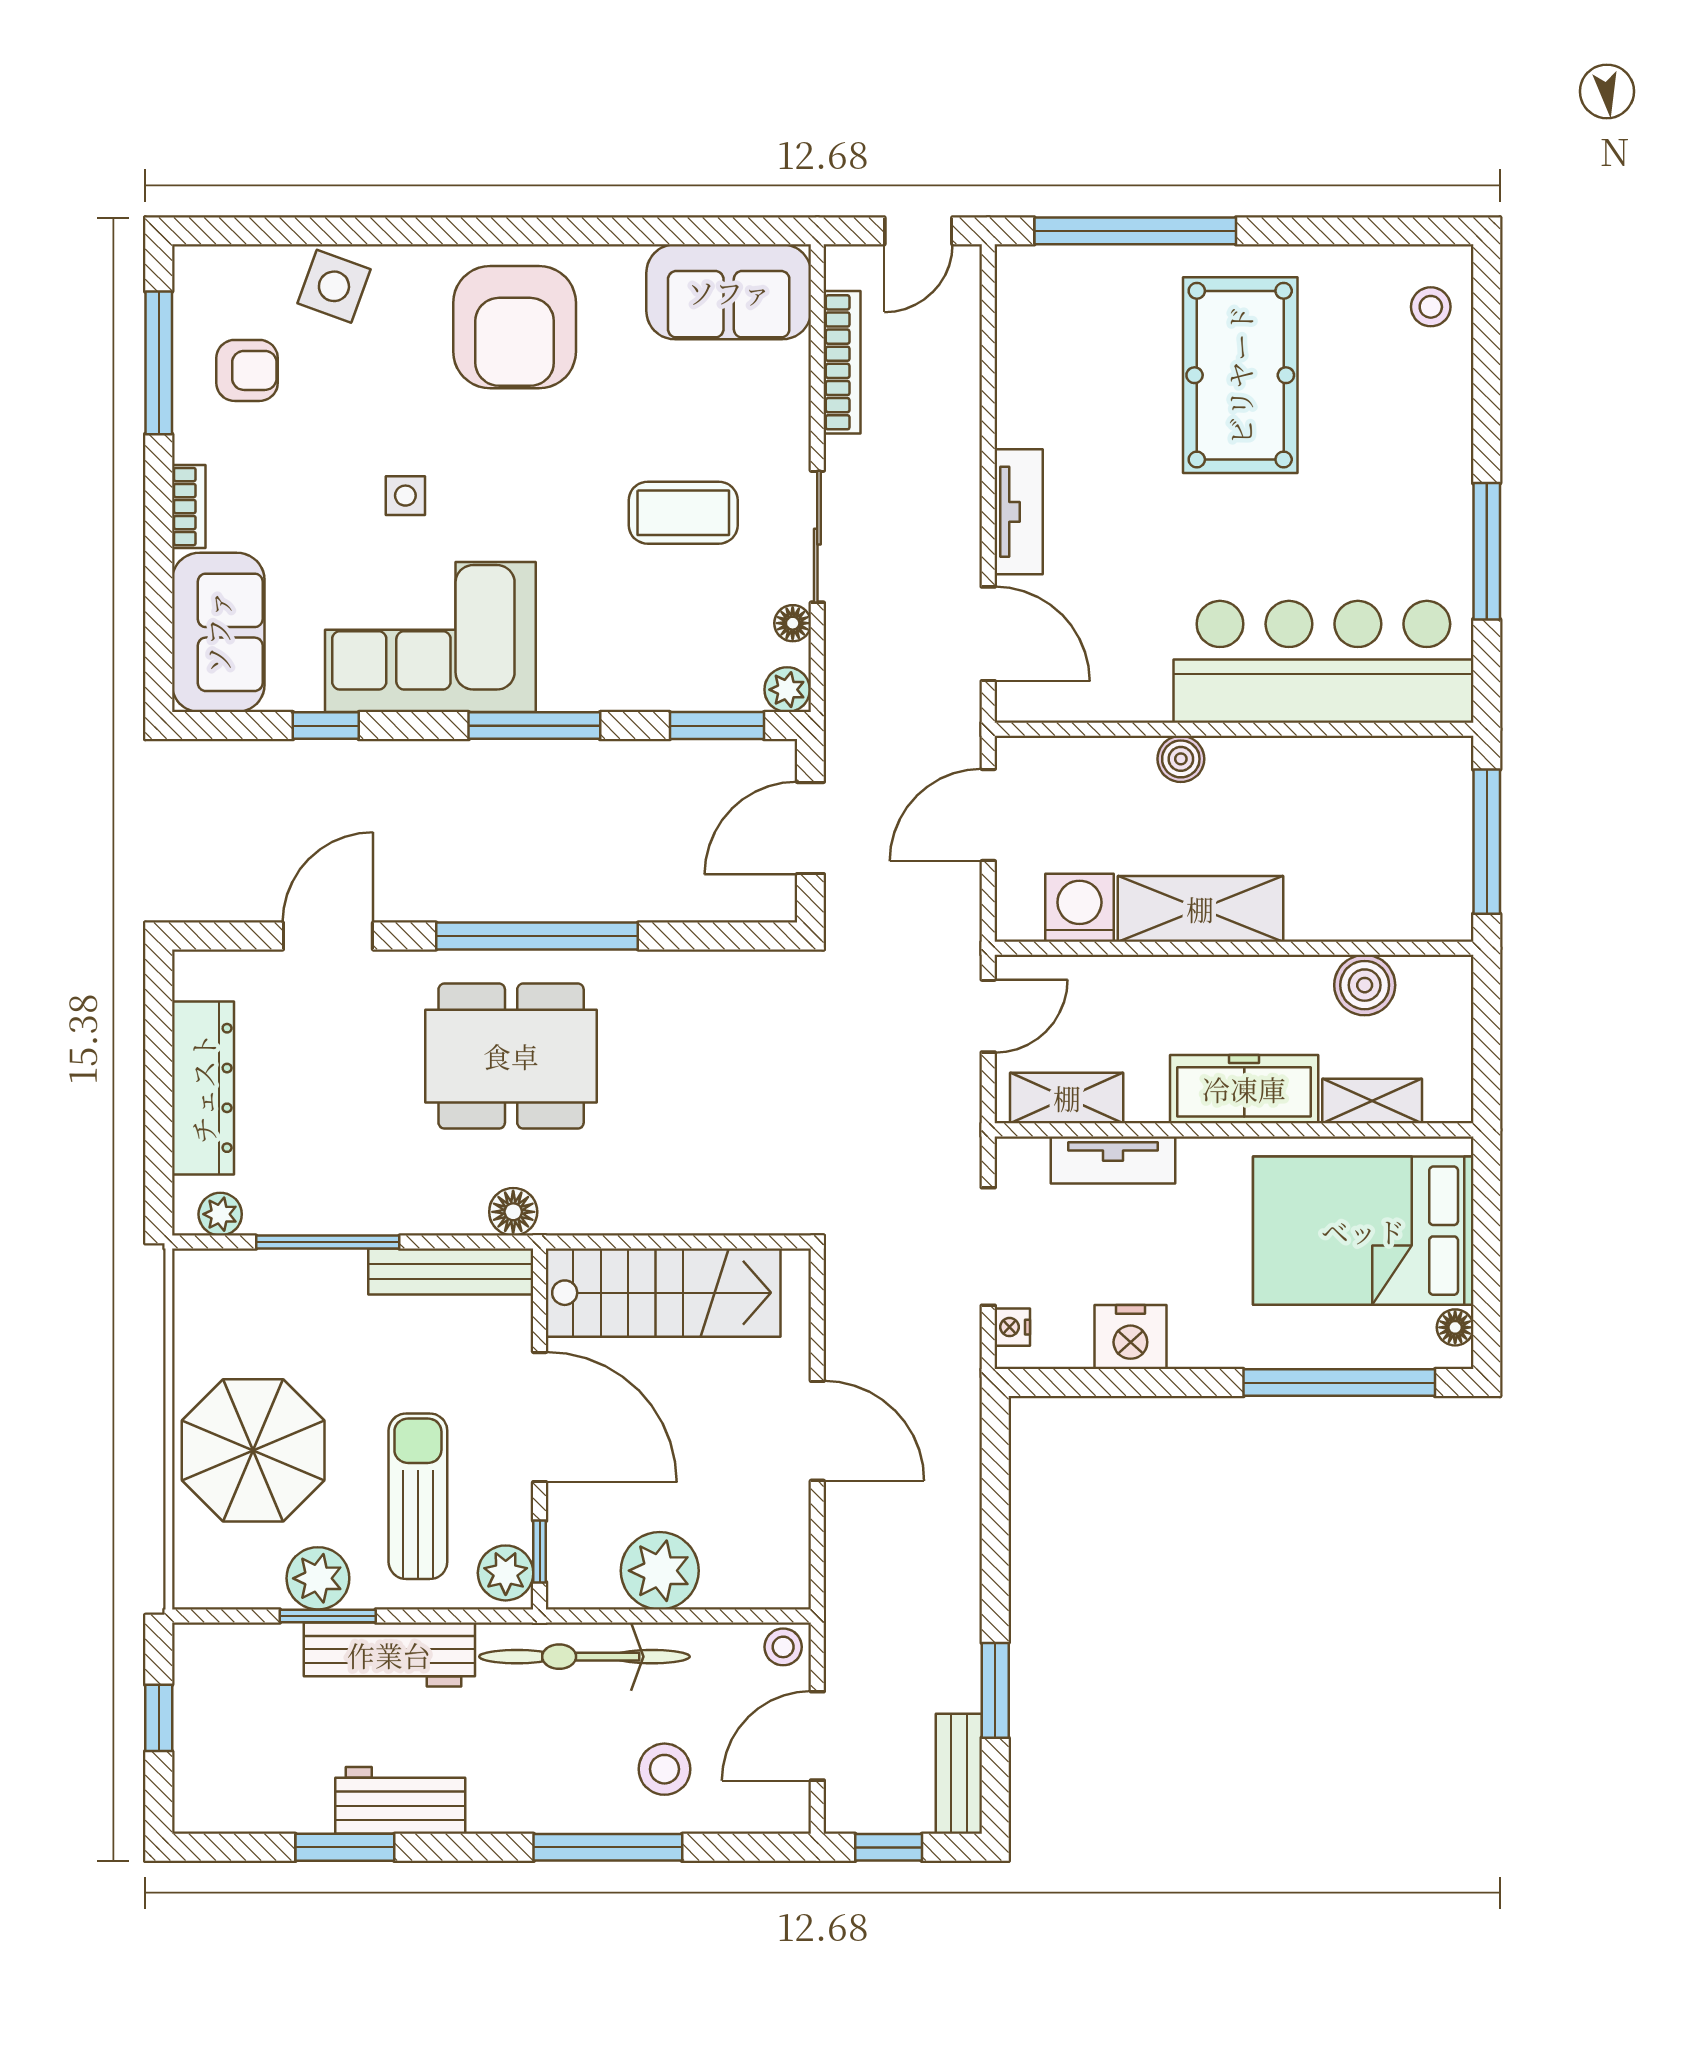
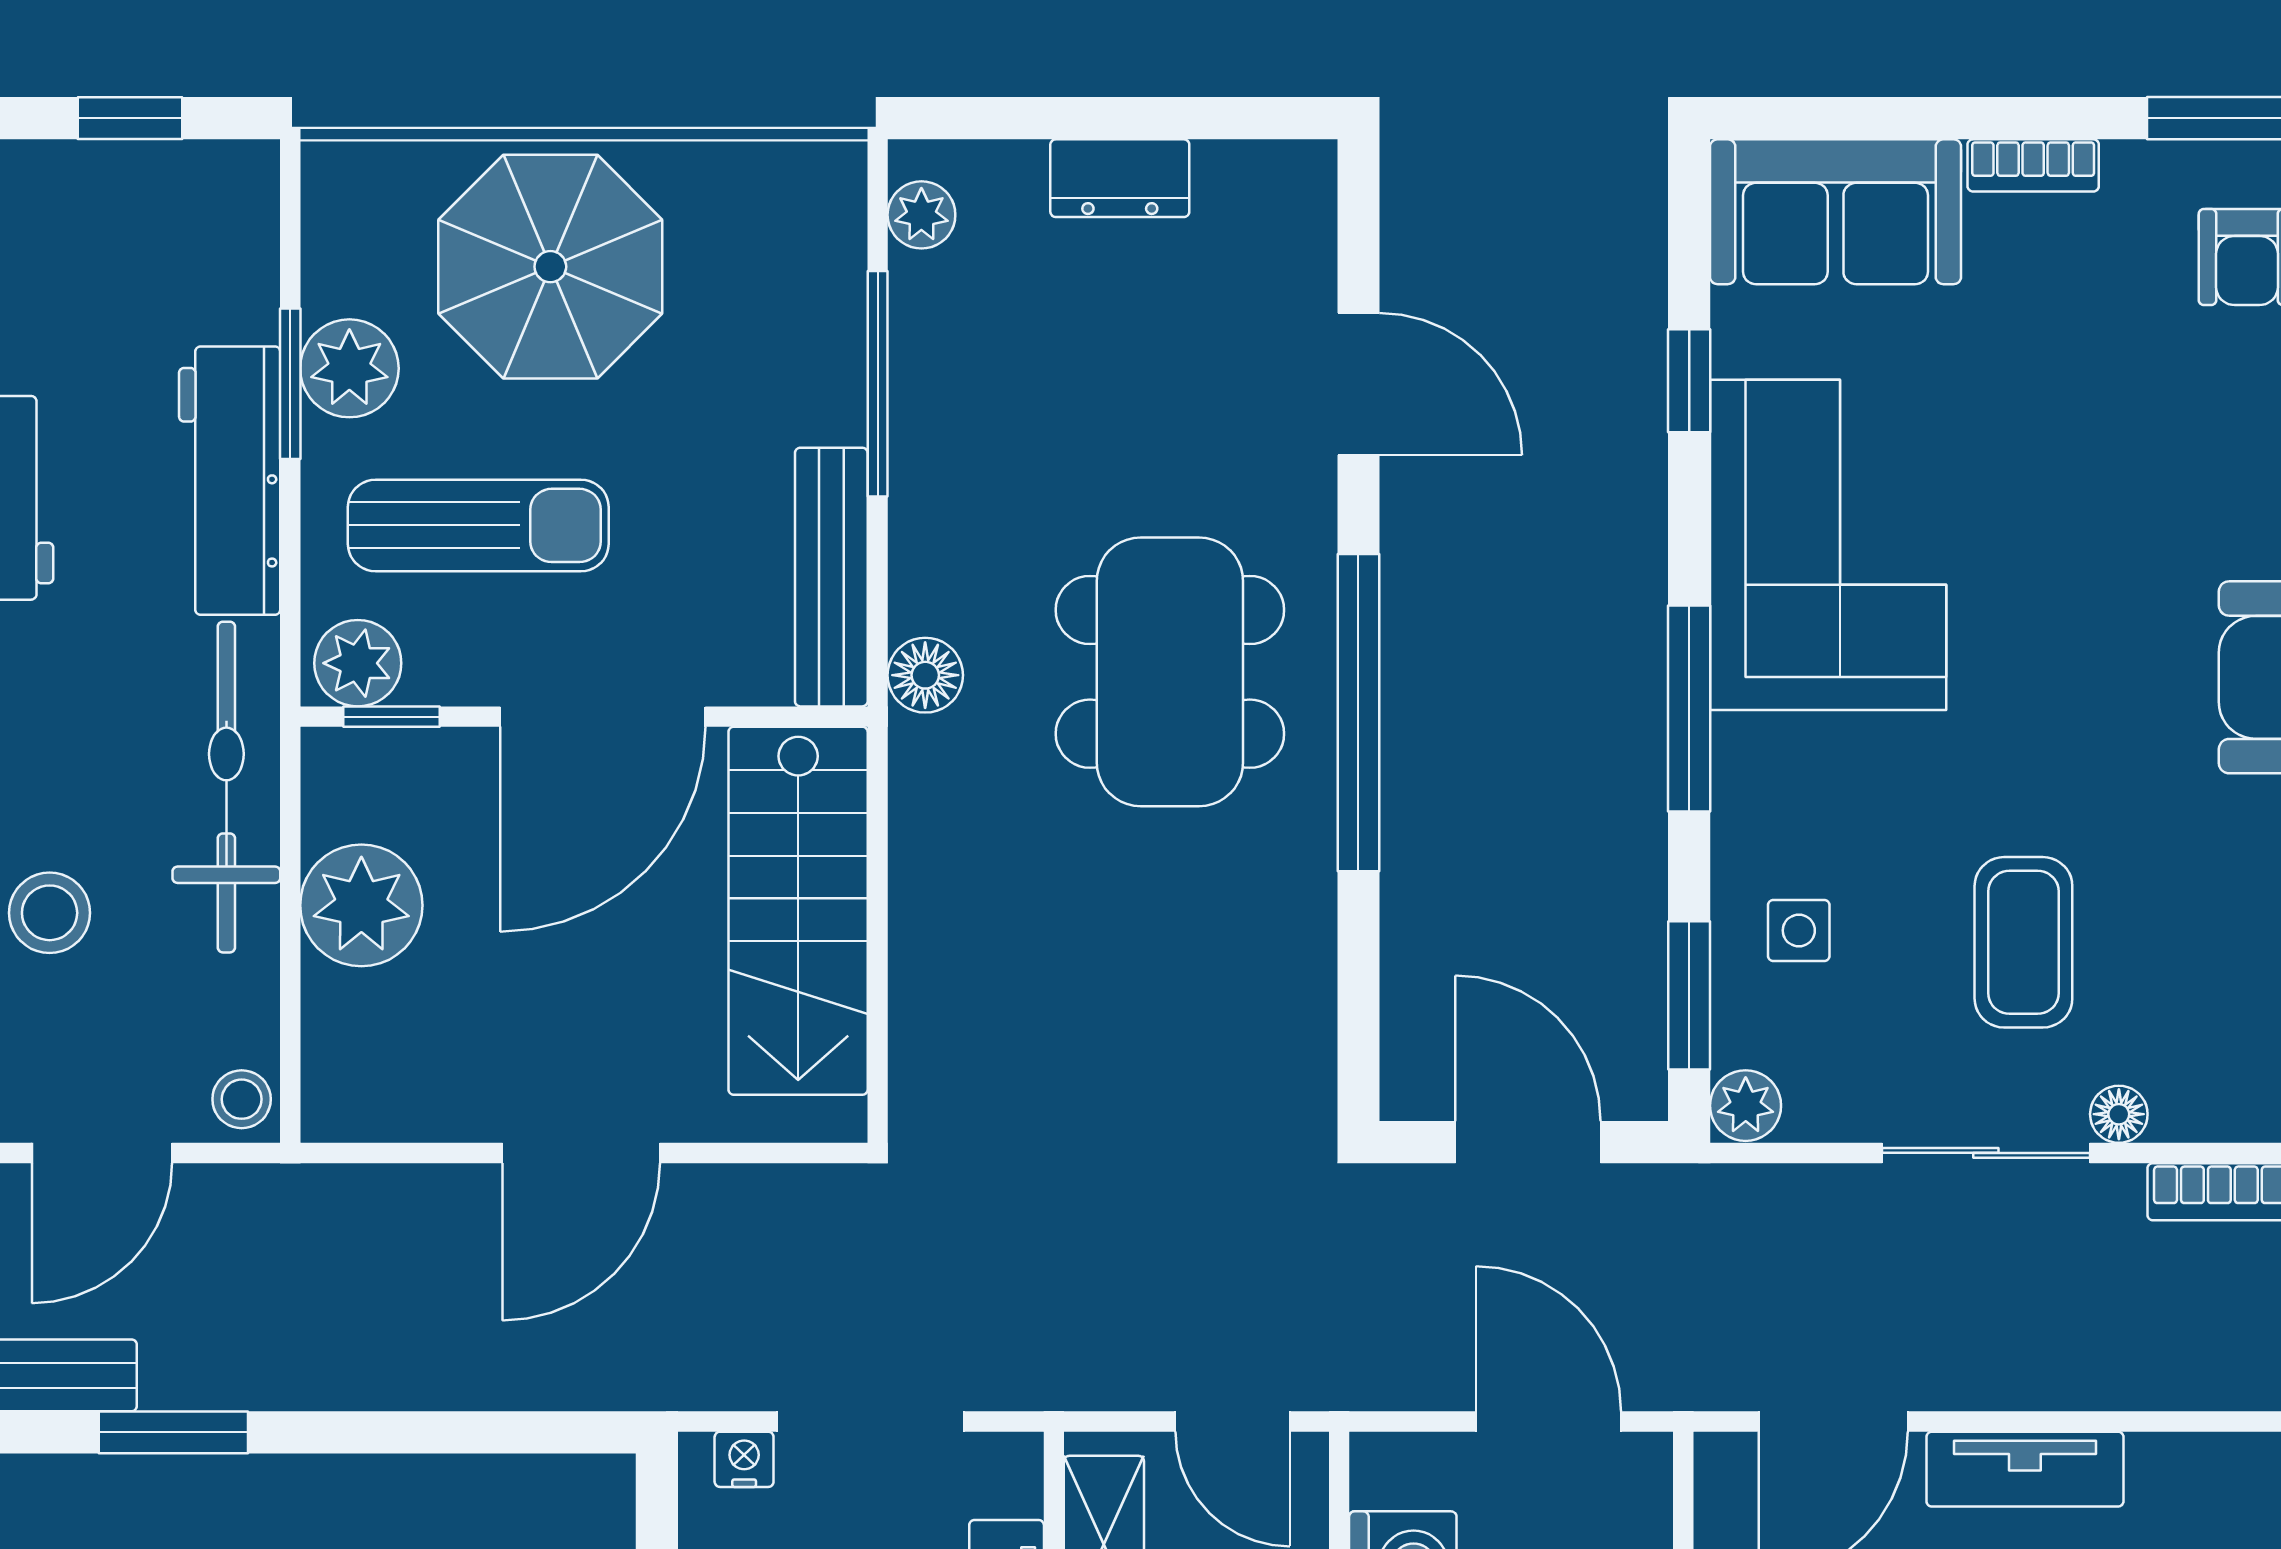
side table: (405, 496) -> (1799, 930), moved
floor lamp: (793, 623) -> (2119, 1114), moved
dresser: (203, 1088) -> (1120, 178), width x0.51, depth x0.80
door: (817, 1736) -> (102, 1153), swing flipped

